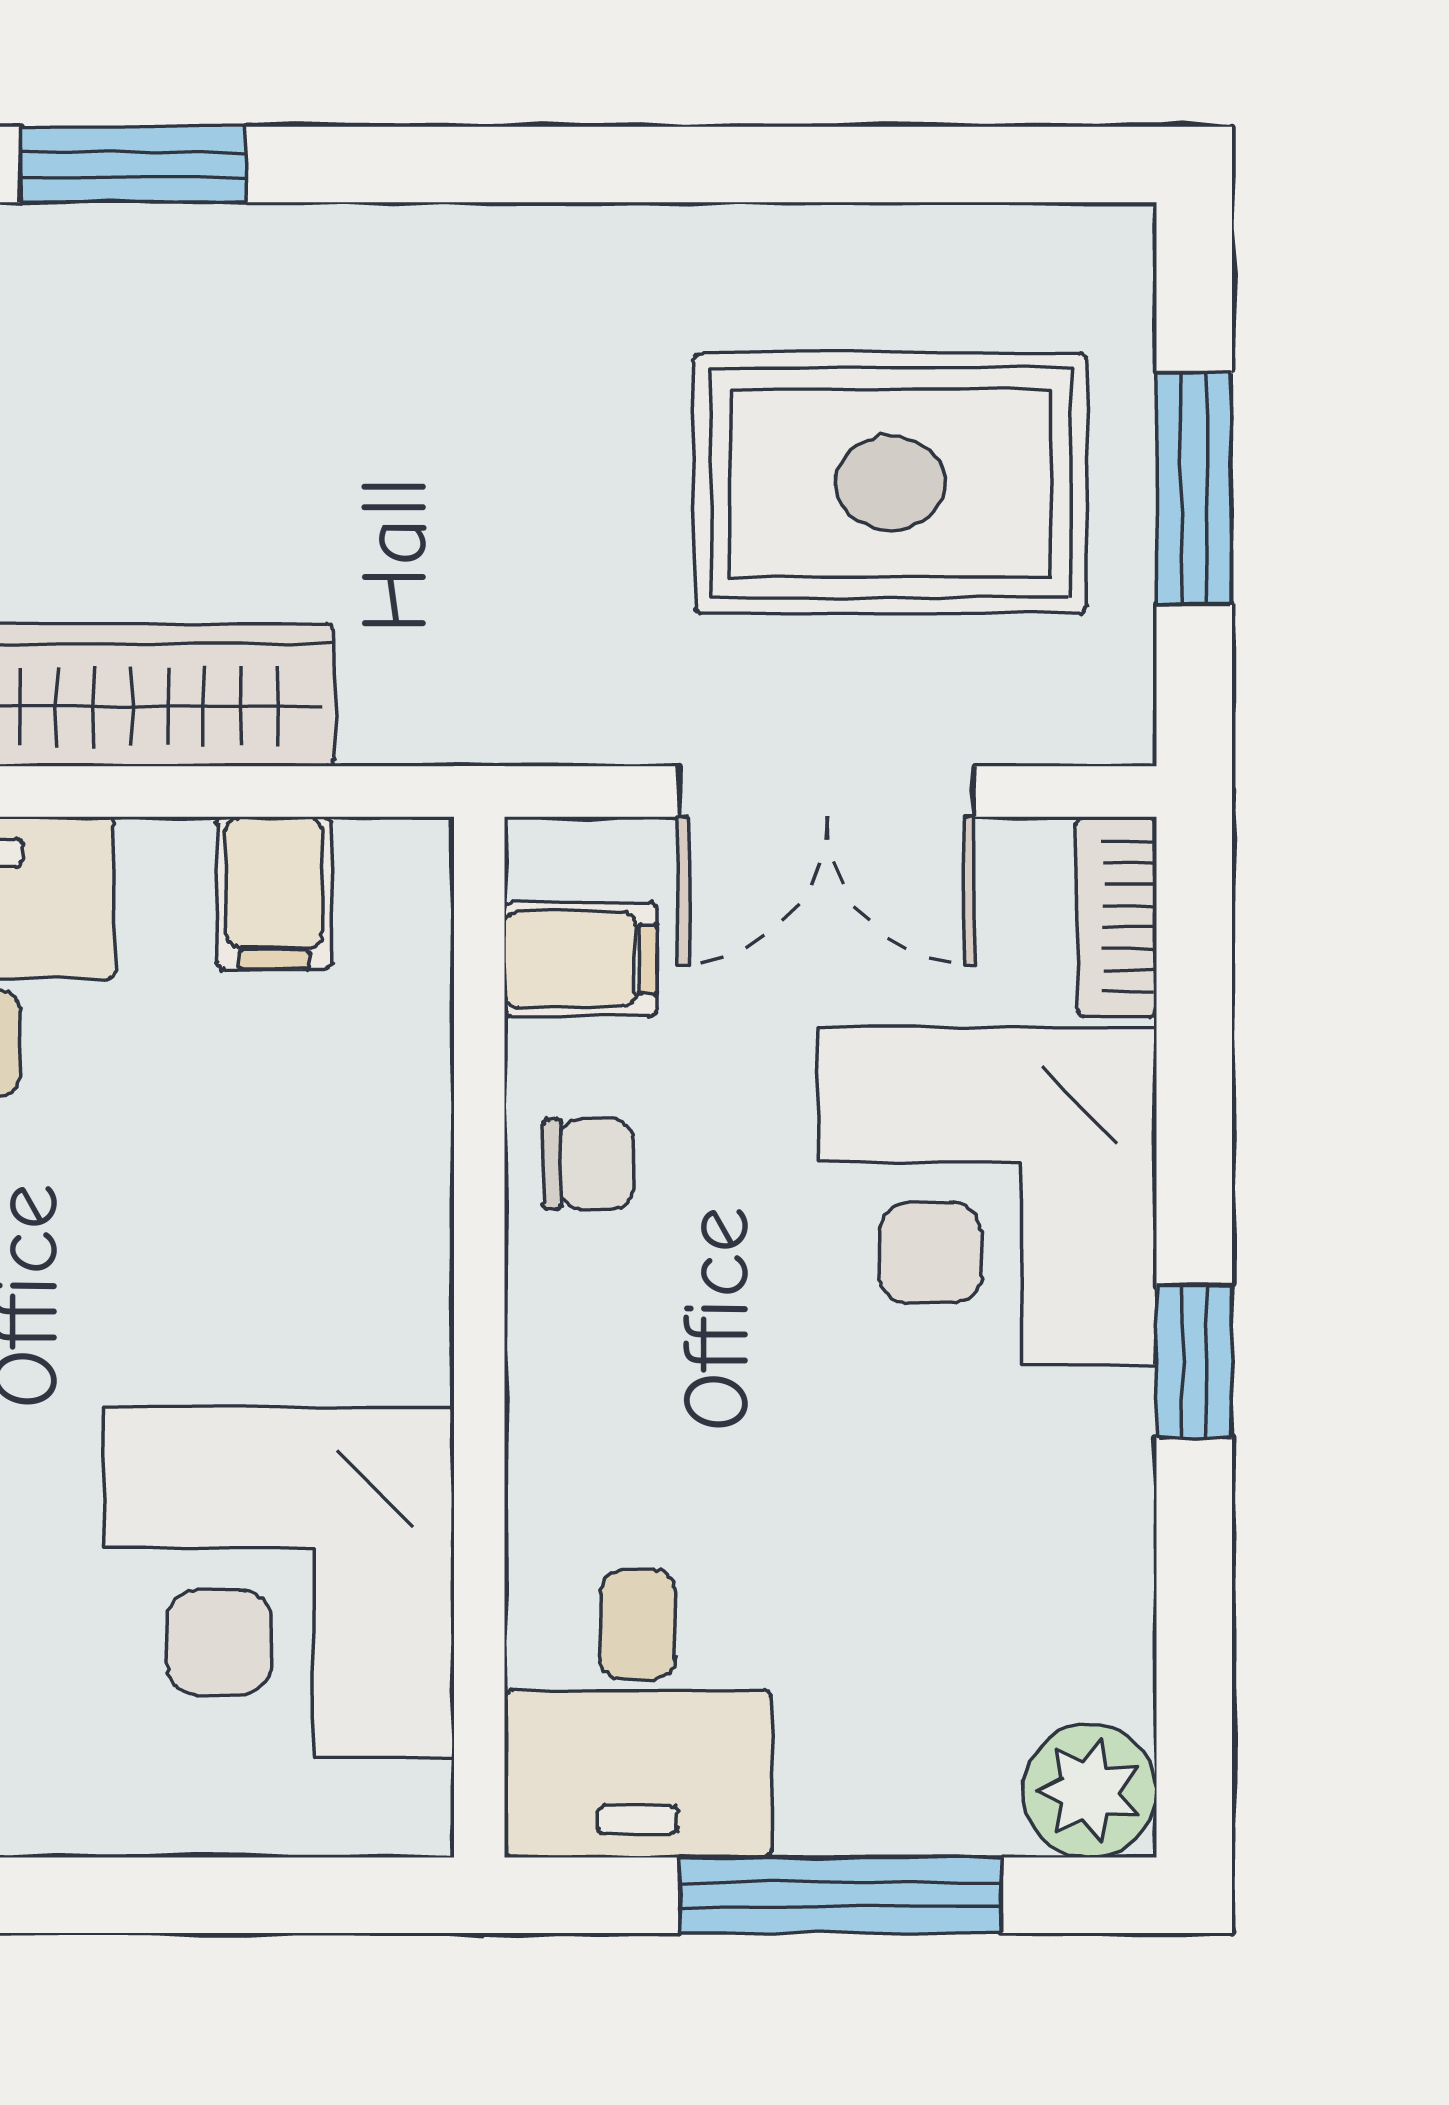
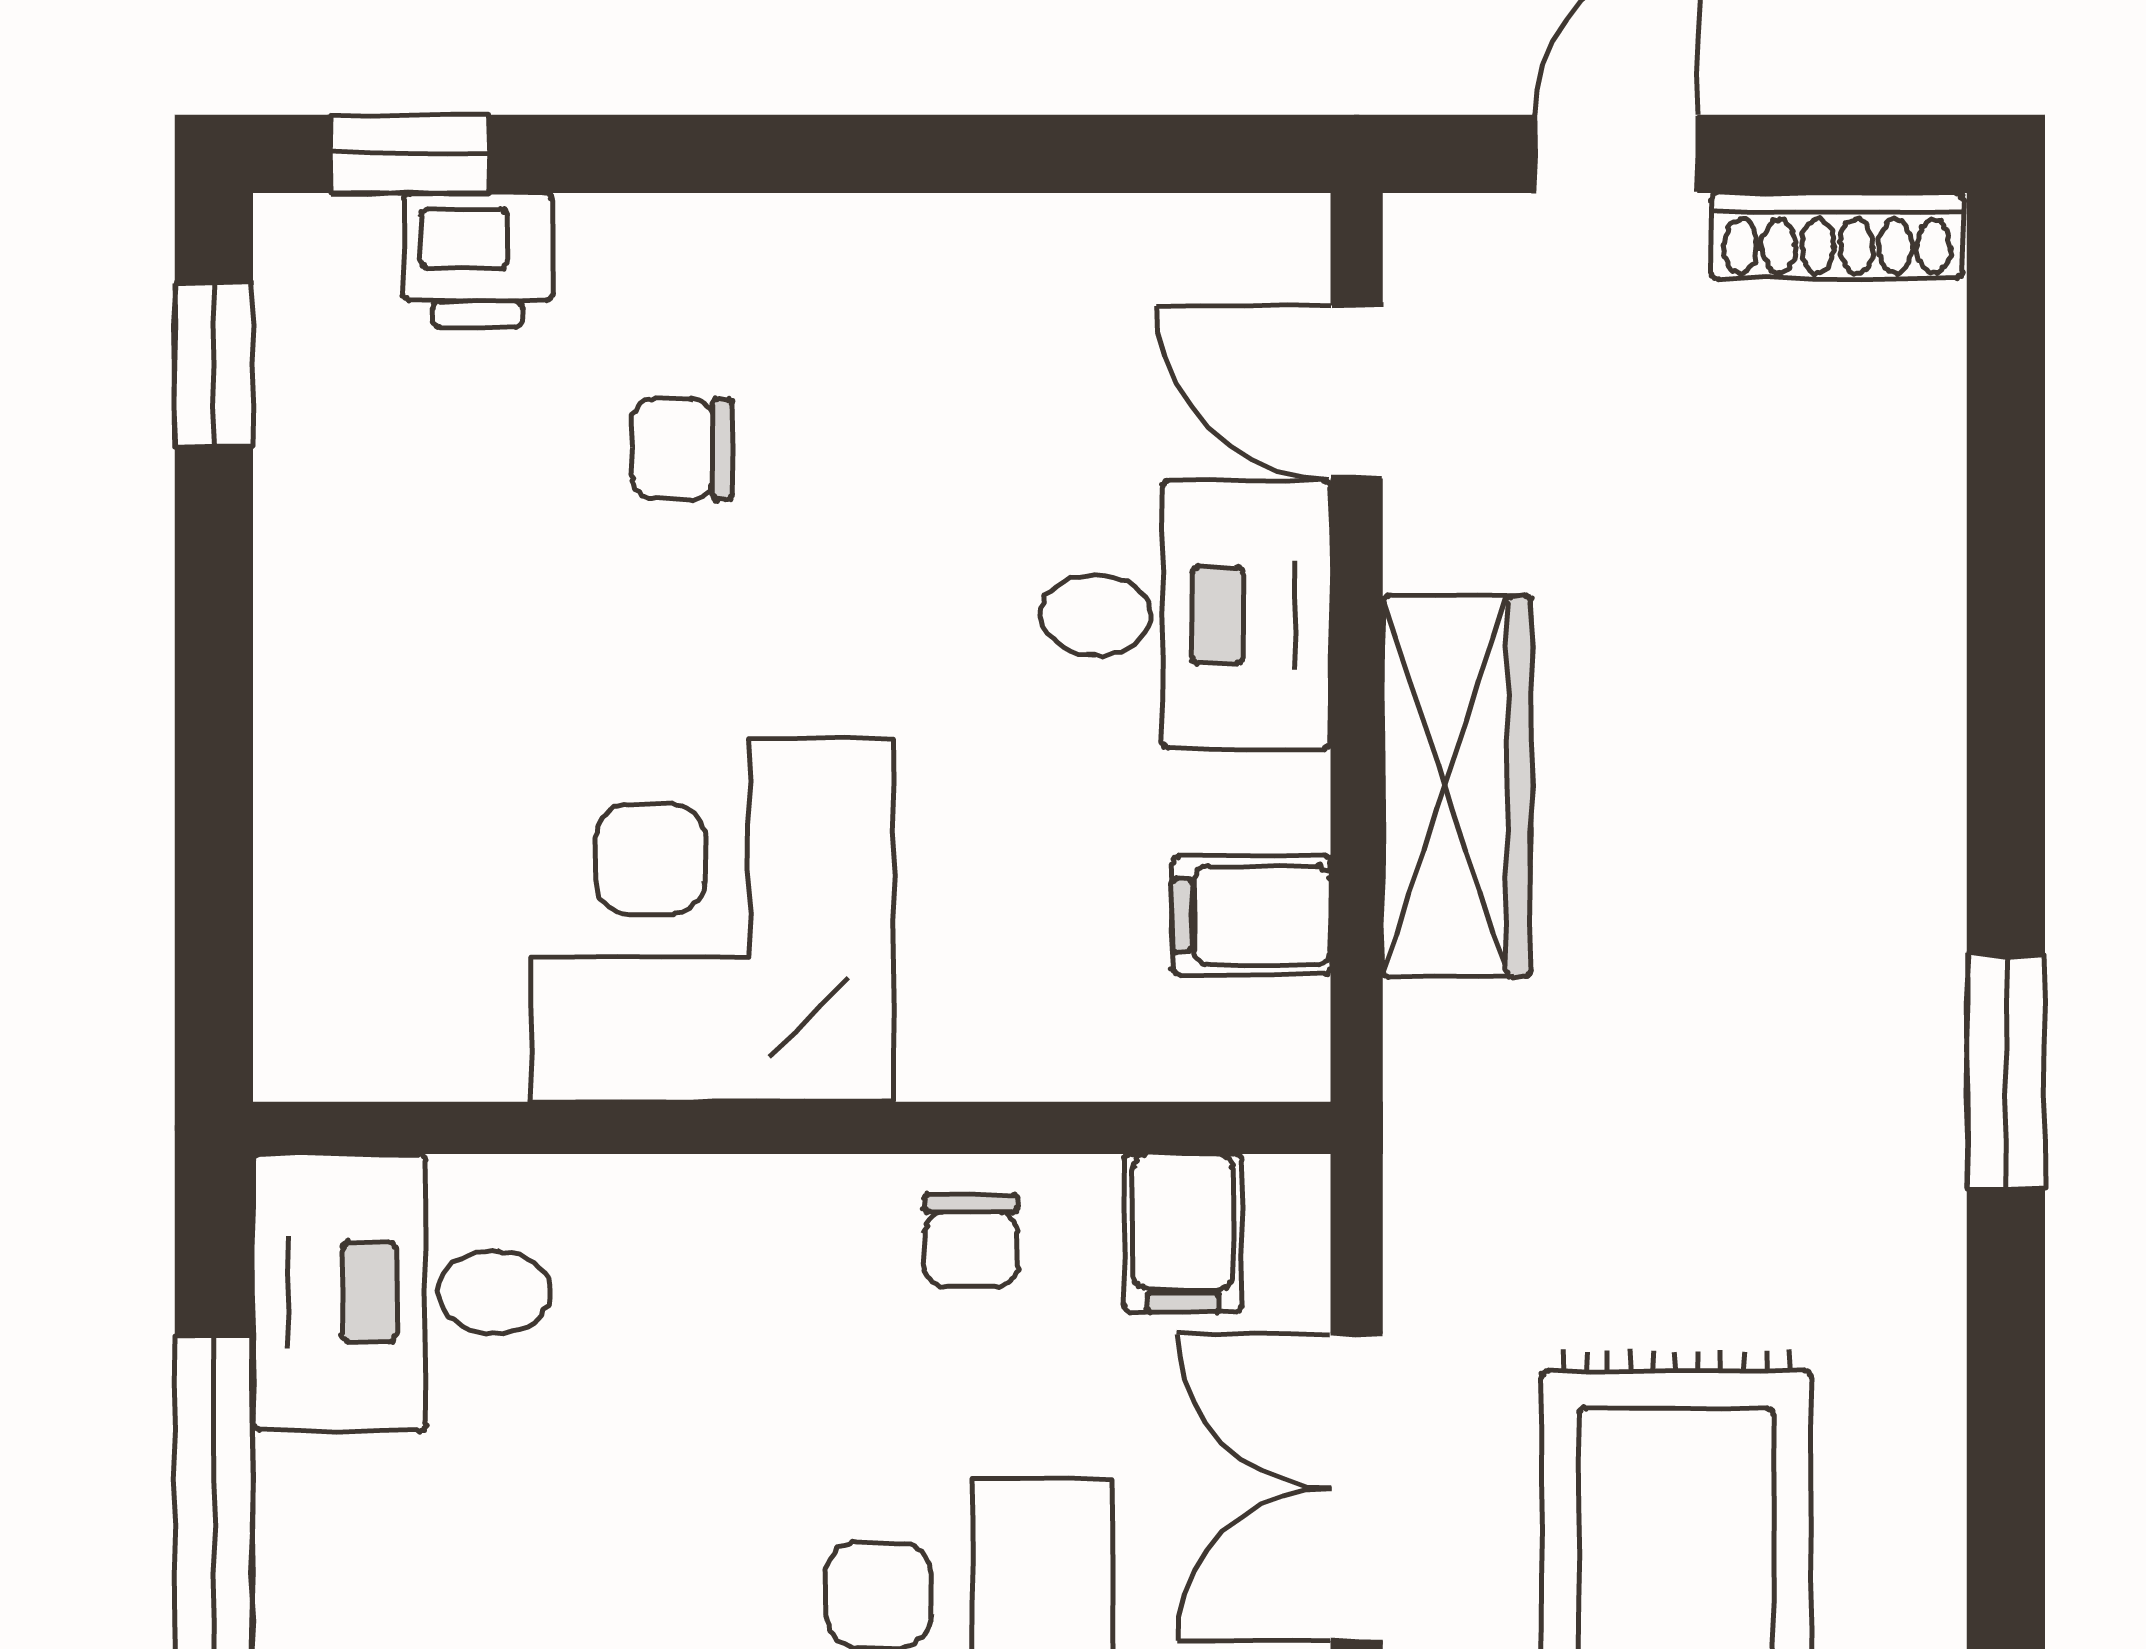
window: (133, 164) -> (2006, 1072), moved
corner desk: (279, 1583) -> (712, 920), moved

